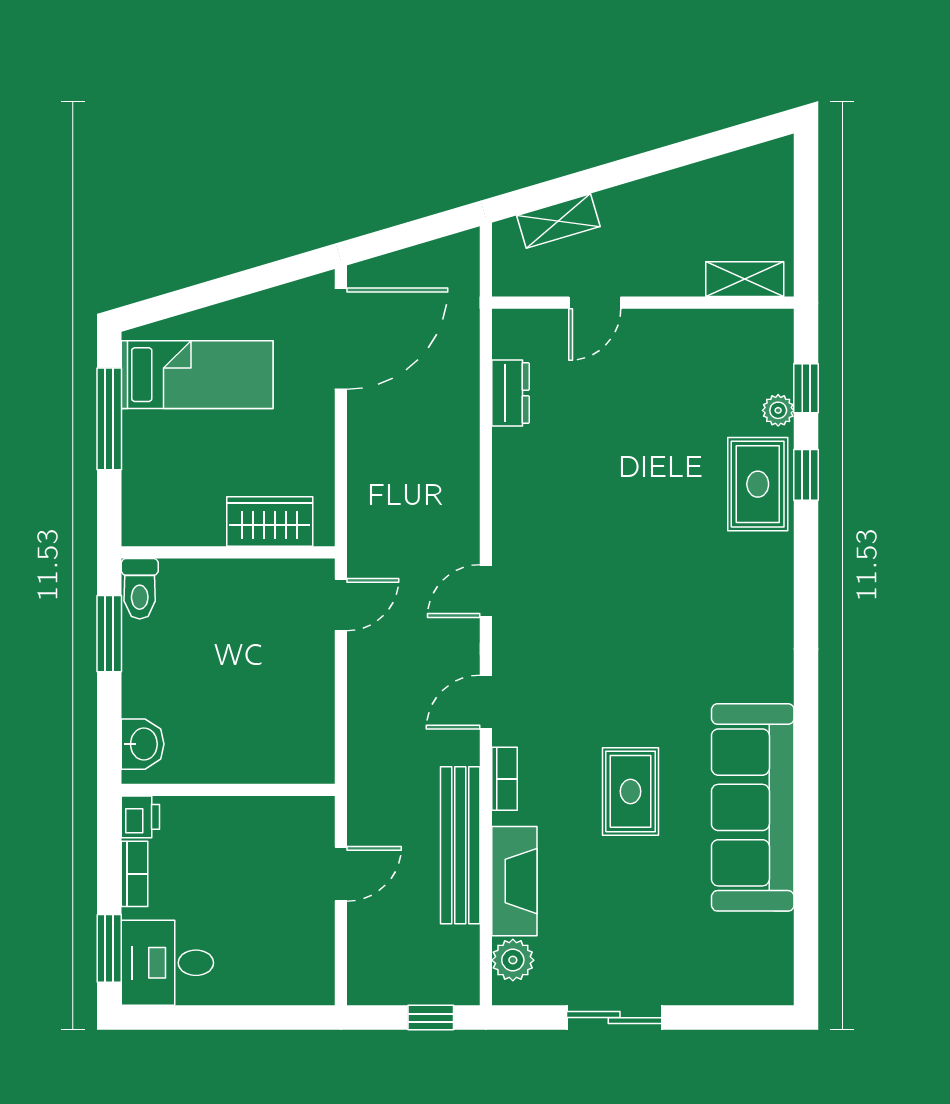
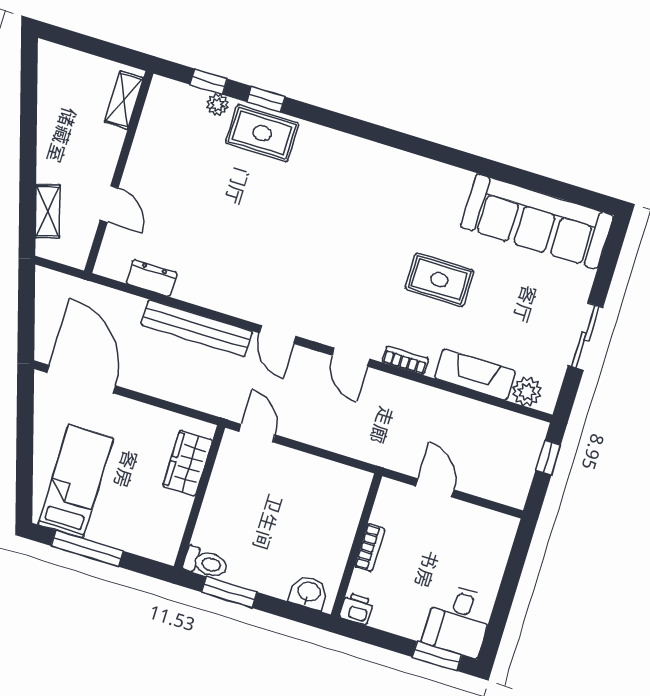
sofa: (753, 807) -> (537, 221), moved
bench: (460, 845) -> (197, 328), moved
bookcase: (134, 874) -> (370, 548), moved, turned 90

